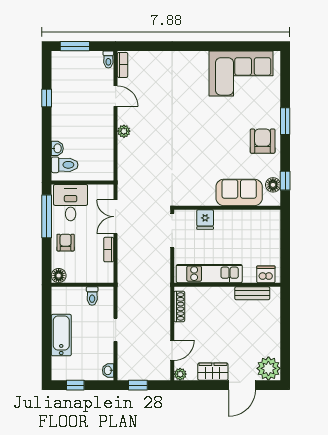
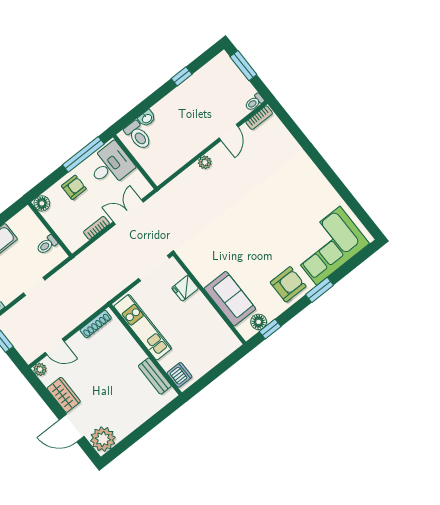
corner sofa: (241, 73) -> (328, 246), moved, turned 90

